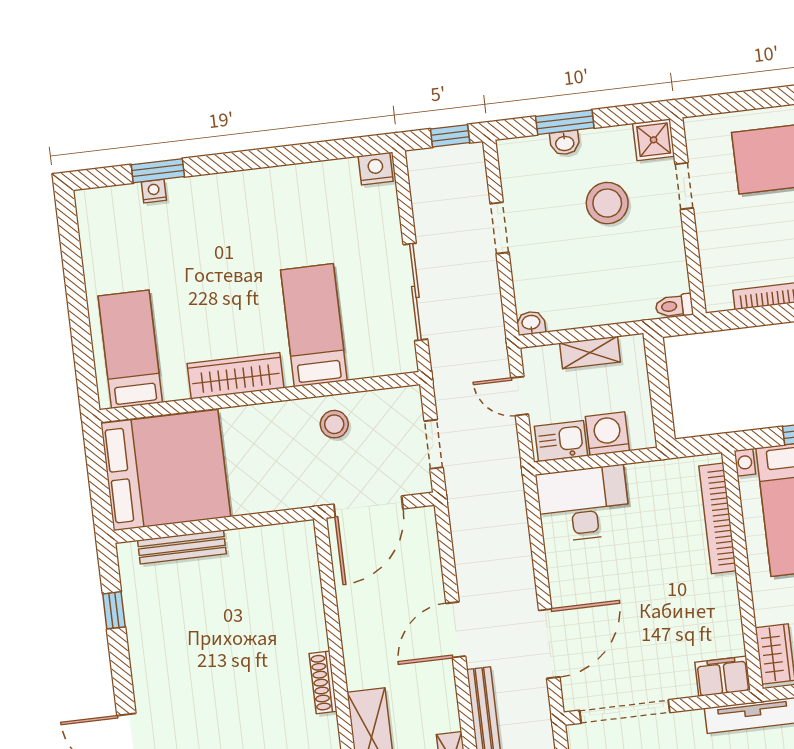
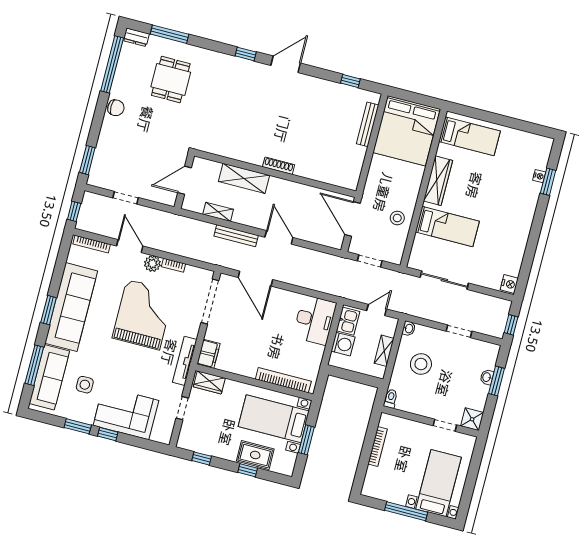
stool: (607, 203) -> (421, 364), moved

